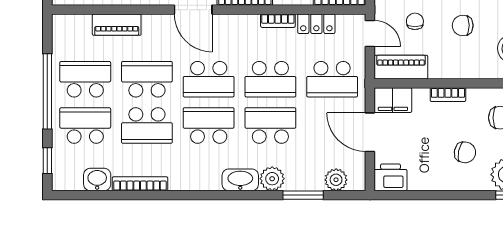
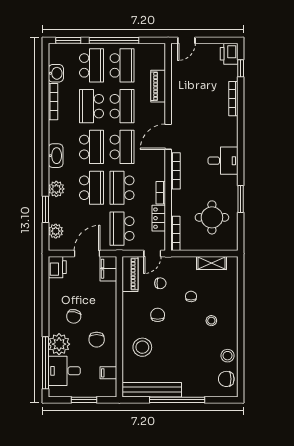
school desk: (209, 79) -> (122, 147), turned 180
bookcase: (448, 95) -> (112, 305), removed
window: (47, 161) -> (68, 40), width x1.50
washbasin: (240, 180) -> (56, 156), moved

